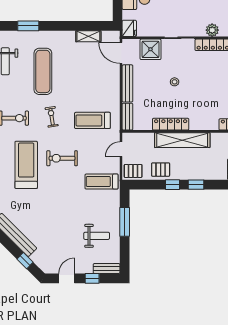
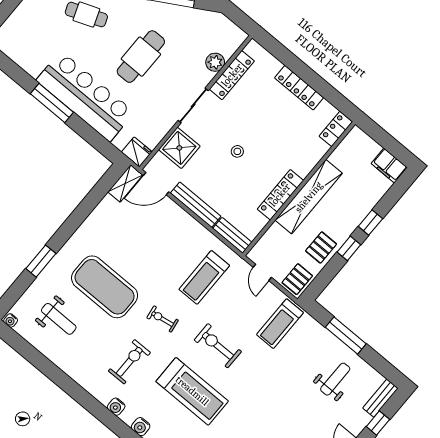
shelving: (88, 36) -> (125, 183), moved
exercise mat: (43, 71) -> (105, 287), width x1.47
exercise bike: (62, 158) -> (218, 346), turned 90
treadmill: (26, 165) -> (192, 391), turned 180

